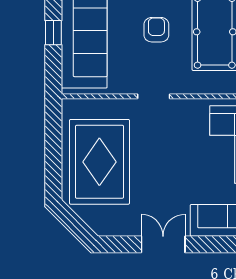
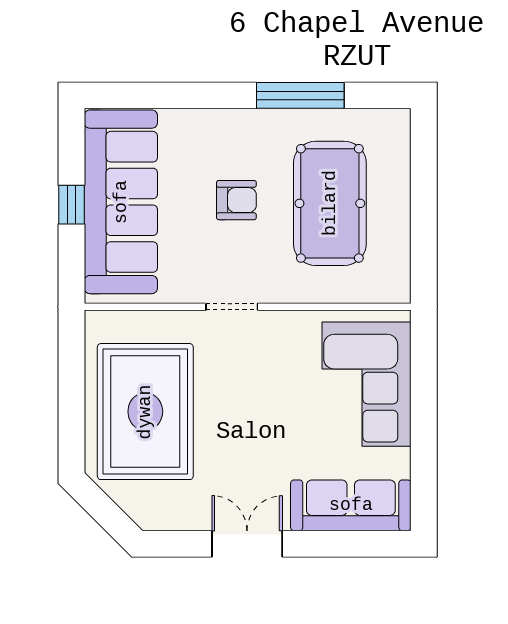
armchair: (156, 30) -> (236, 200), turned 90

